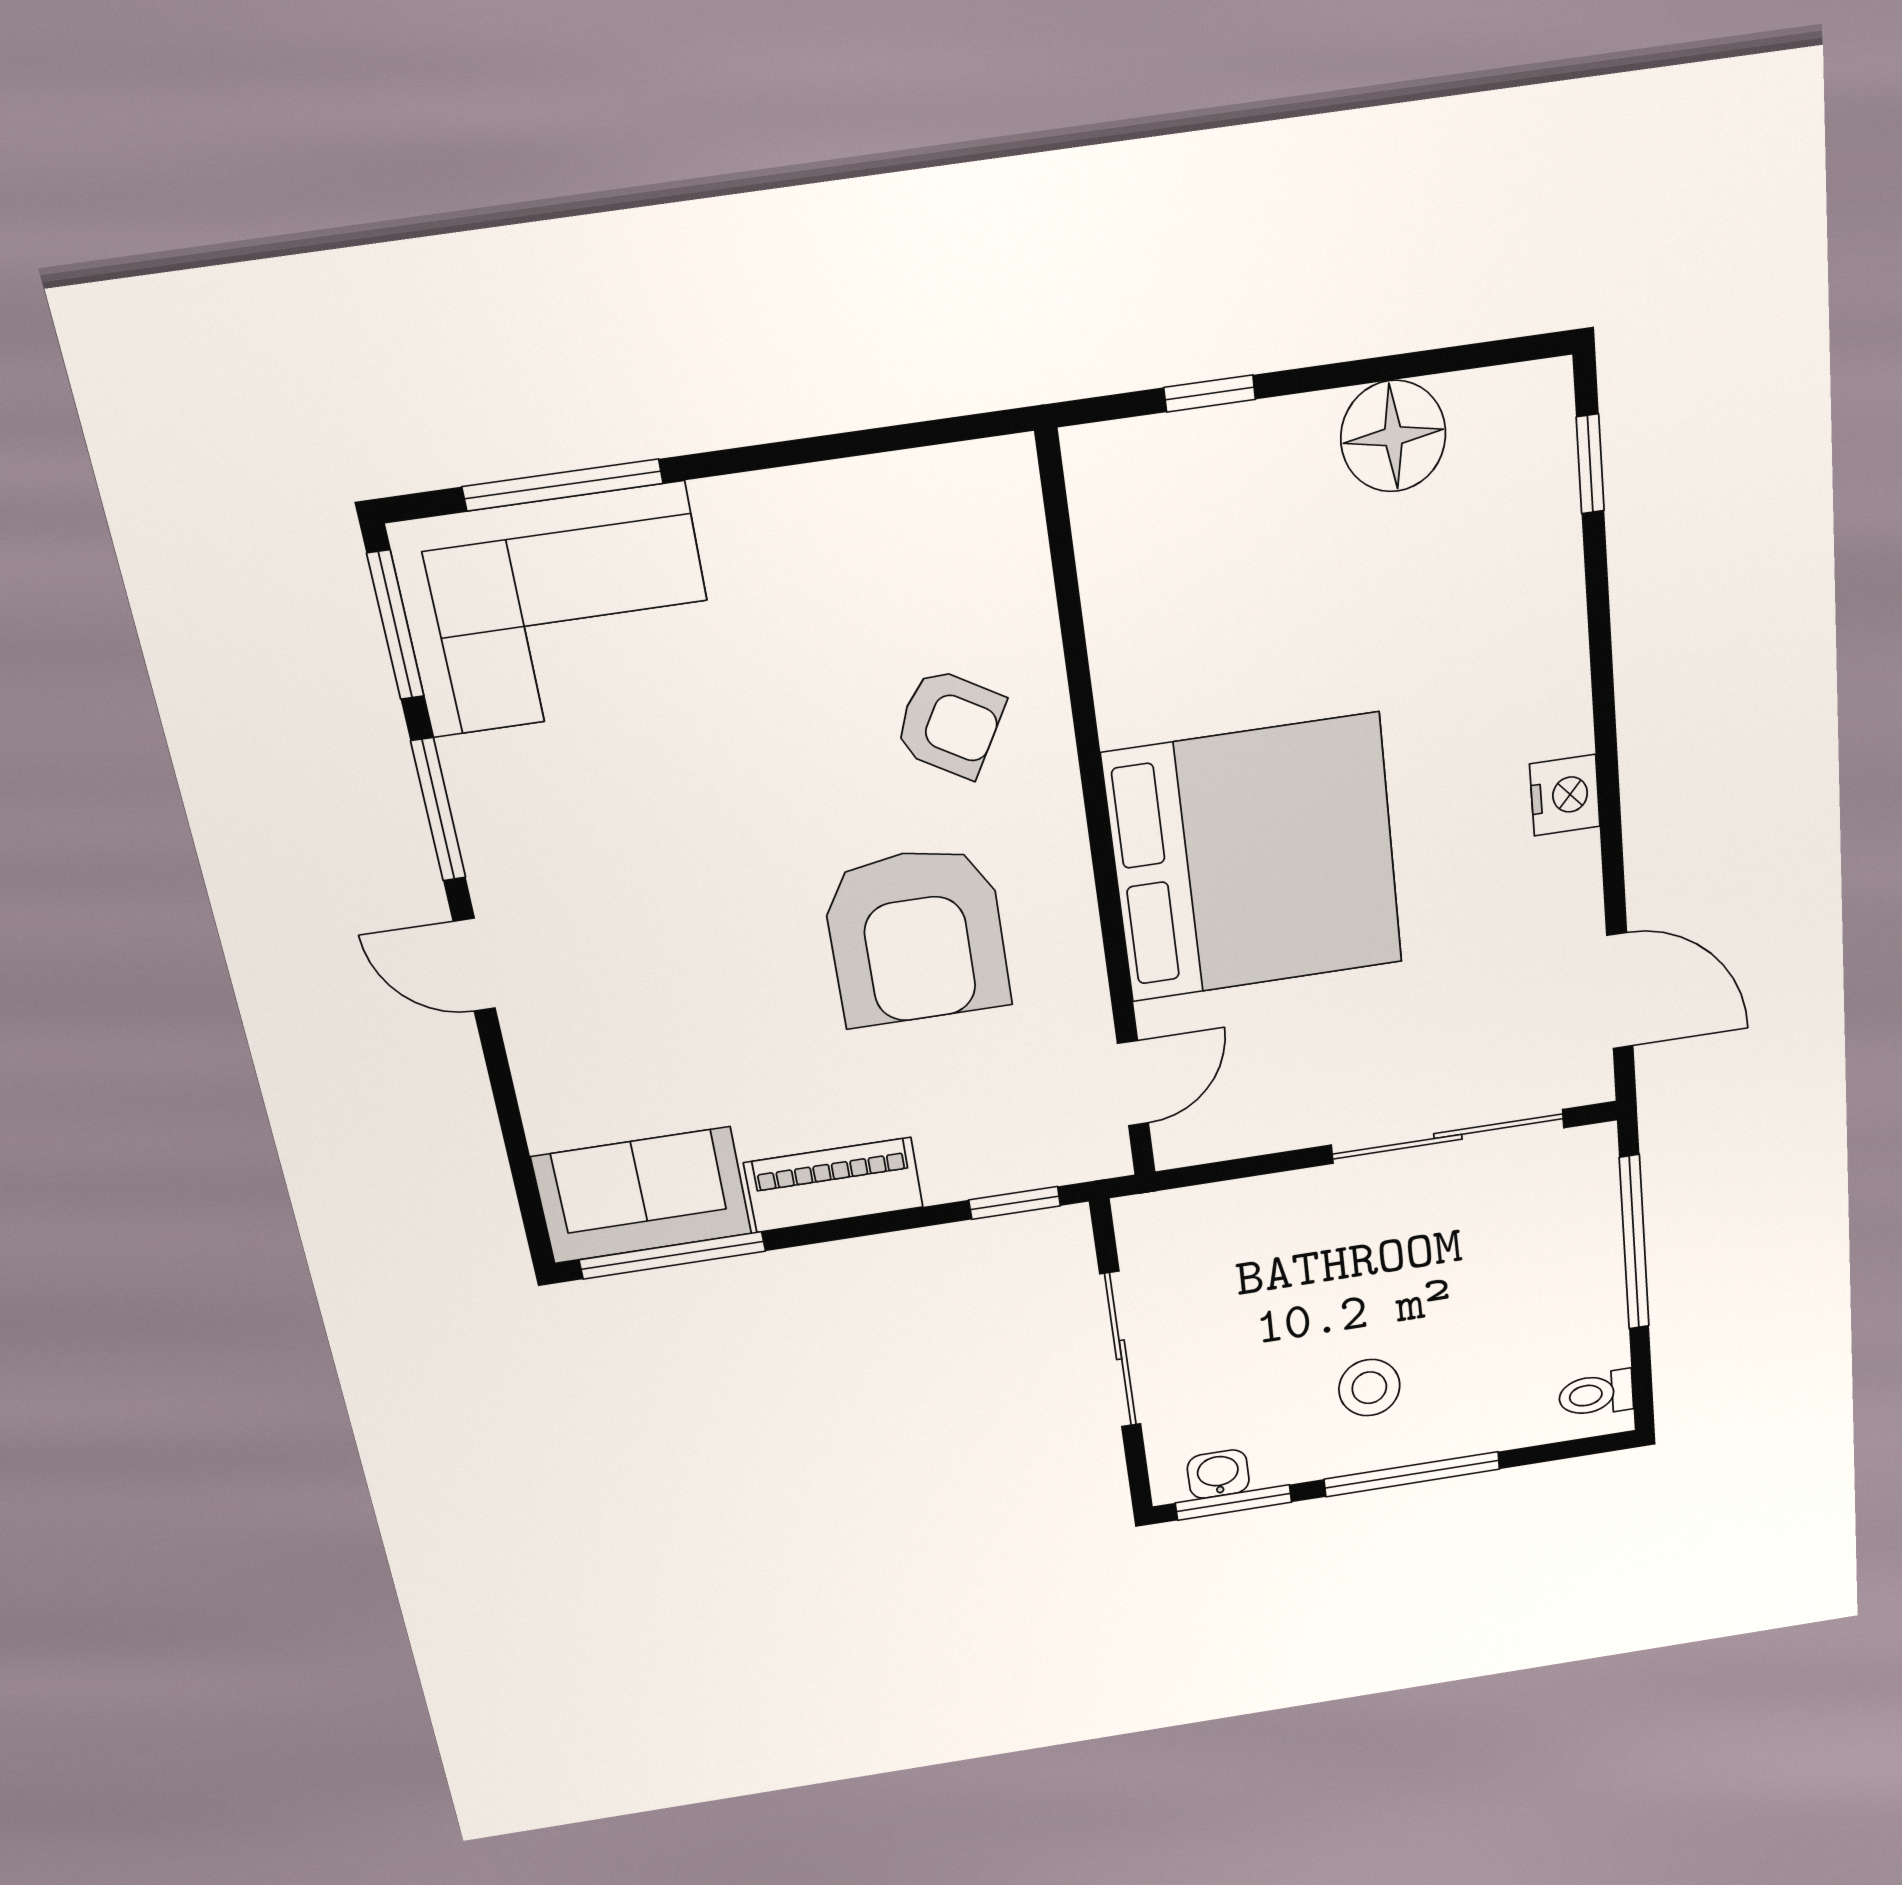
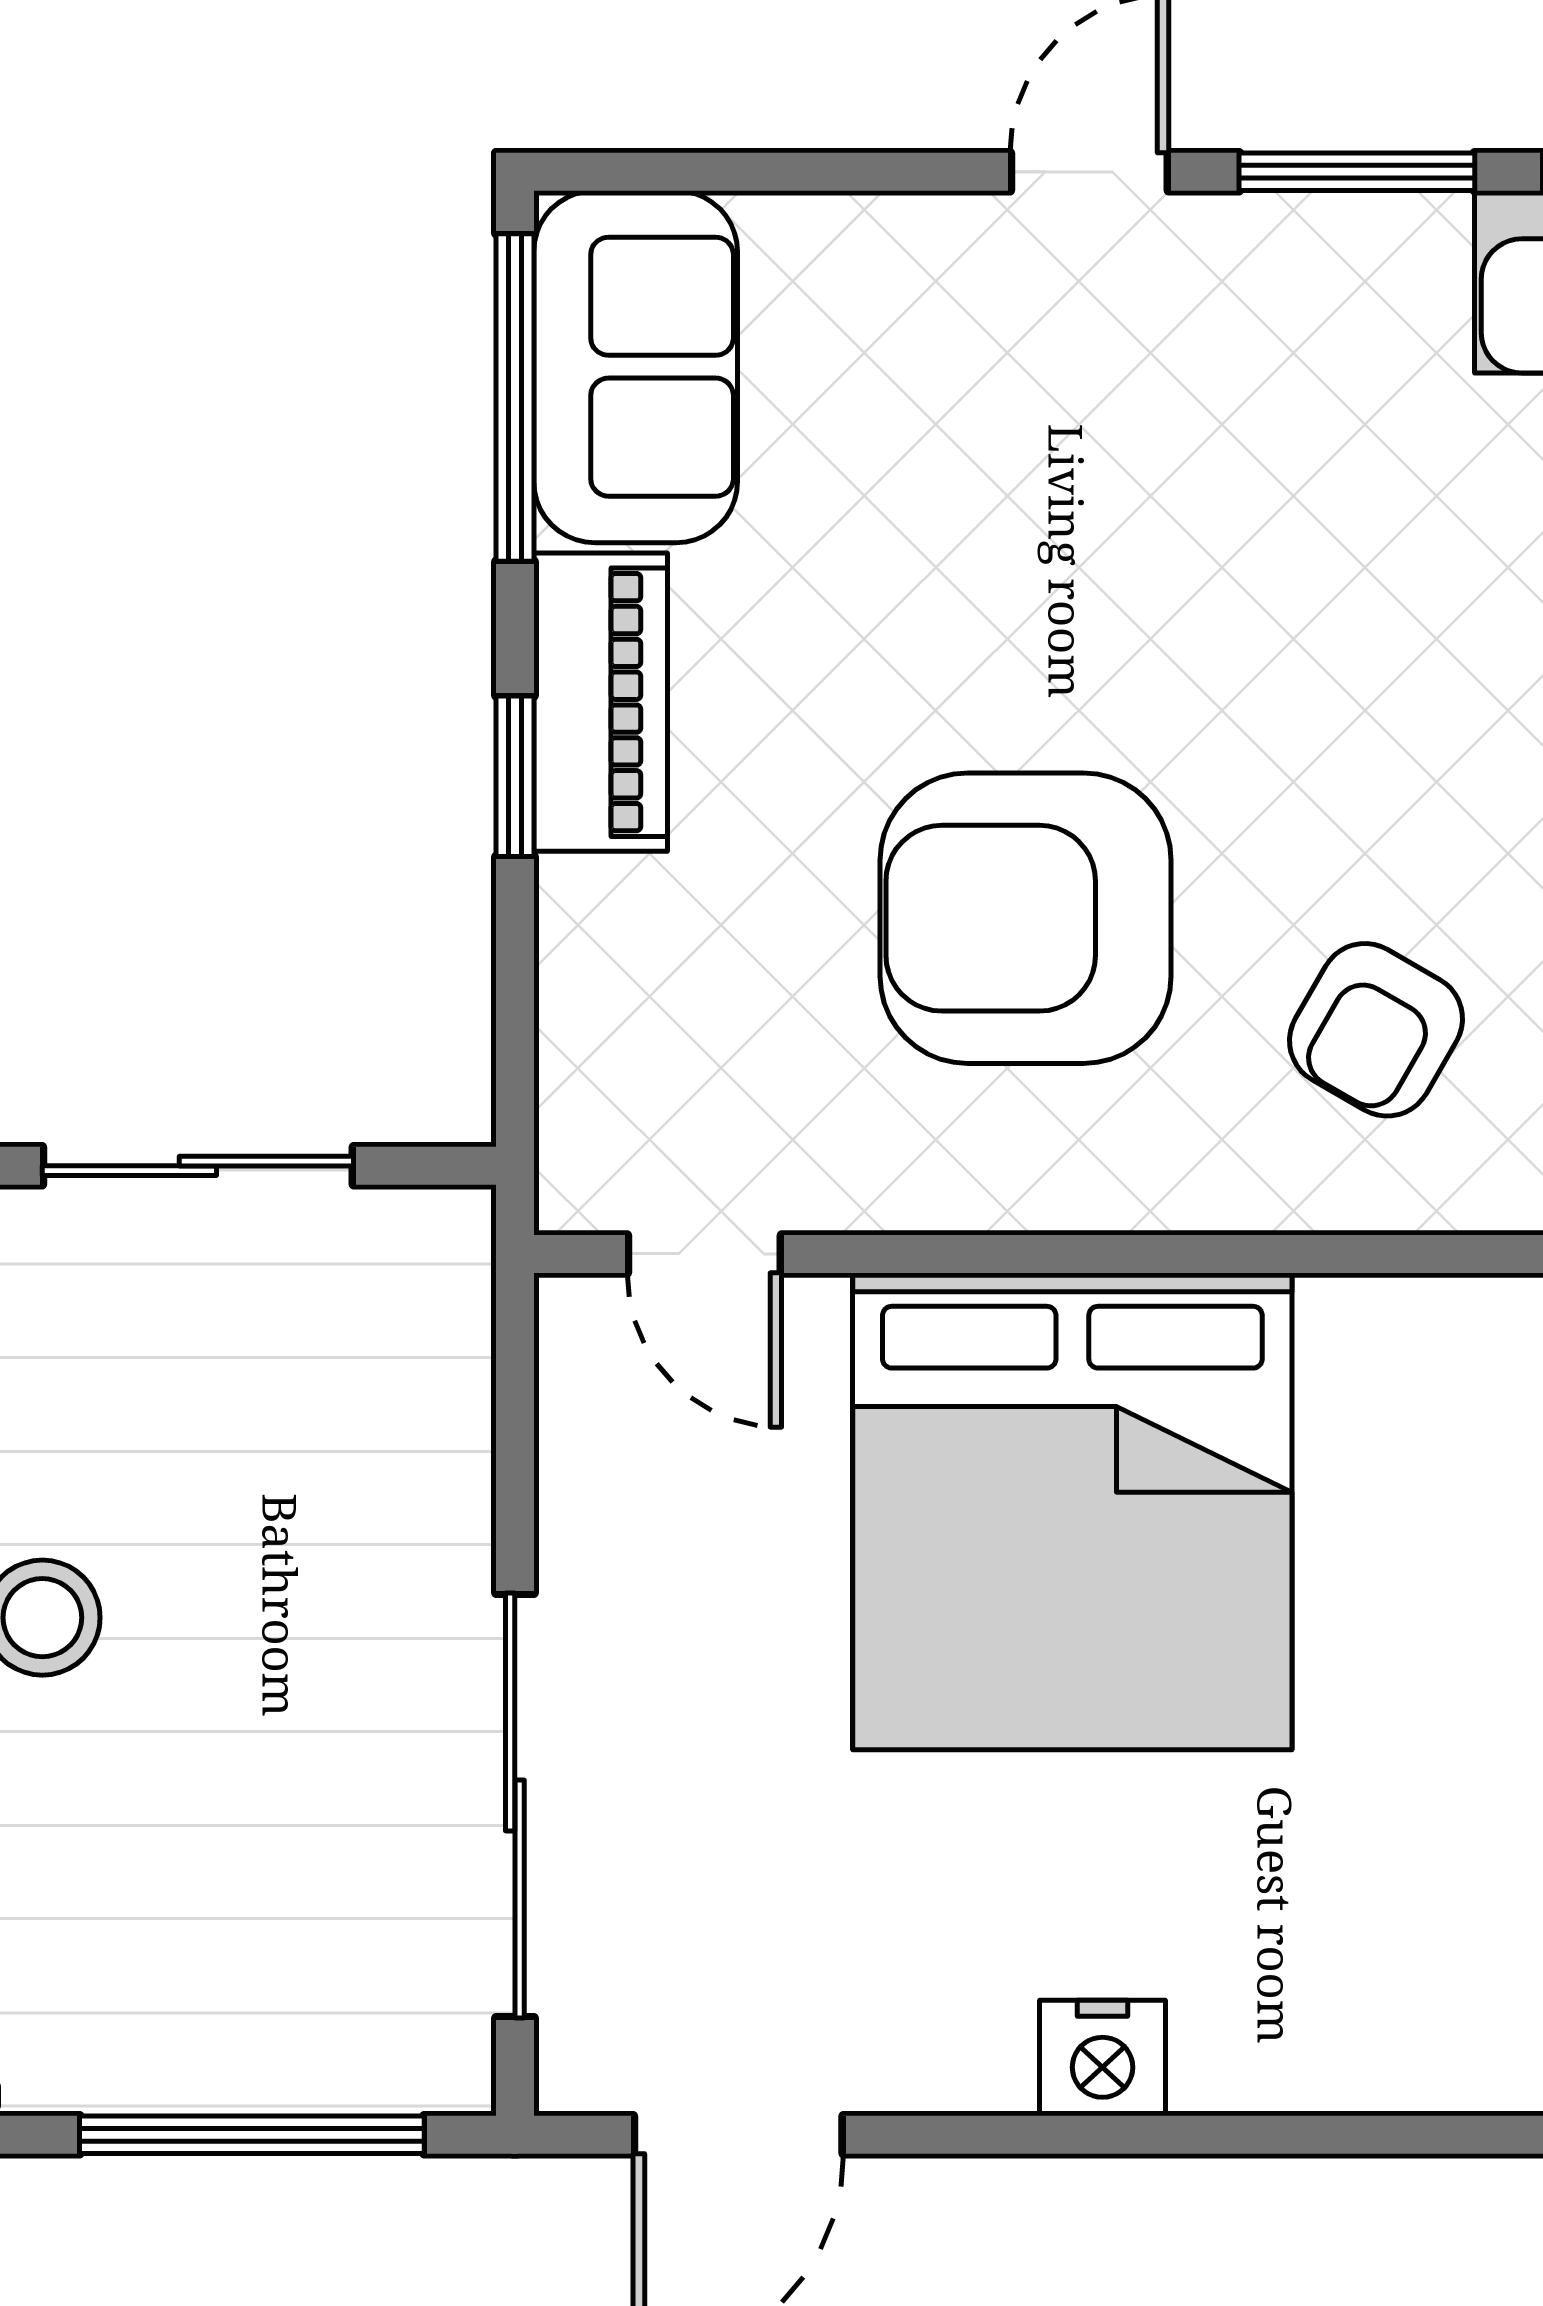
window: (1015, 1203) -> (515, 776), moved

